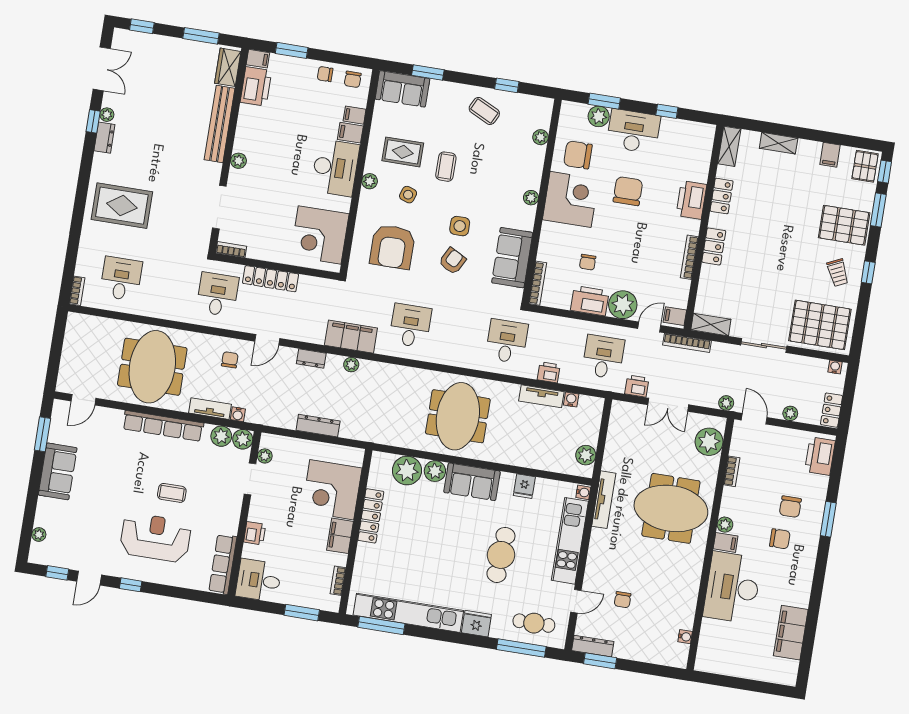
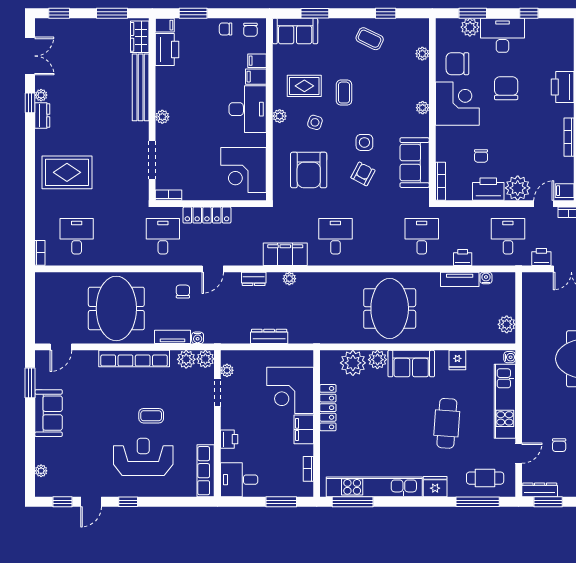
tv unit: (604, 500) -> (529, 361), removed

